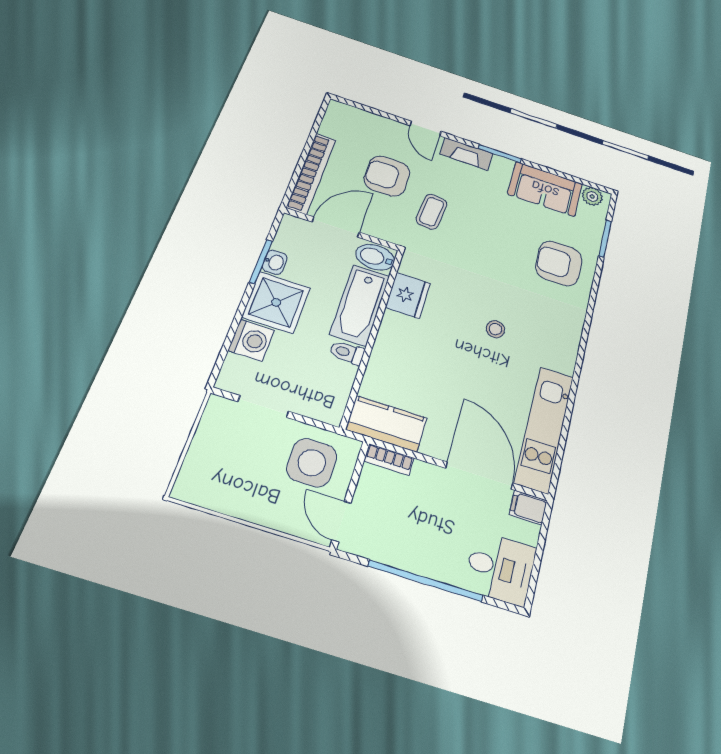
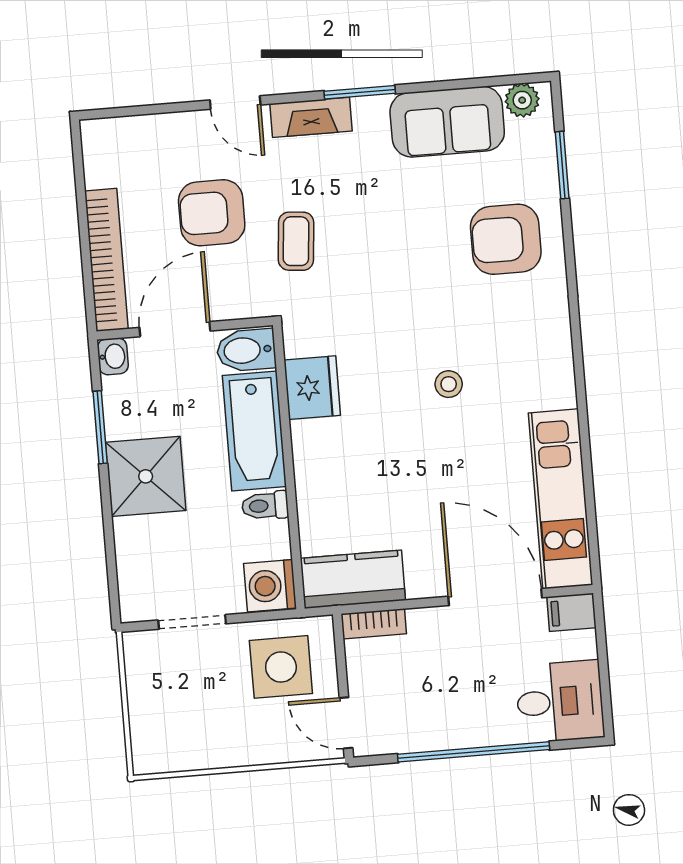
washbasin: (275, 262) -> (113, 356), moved
washing machine: (251, 340) -> (270, 586), moved, turned 180

